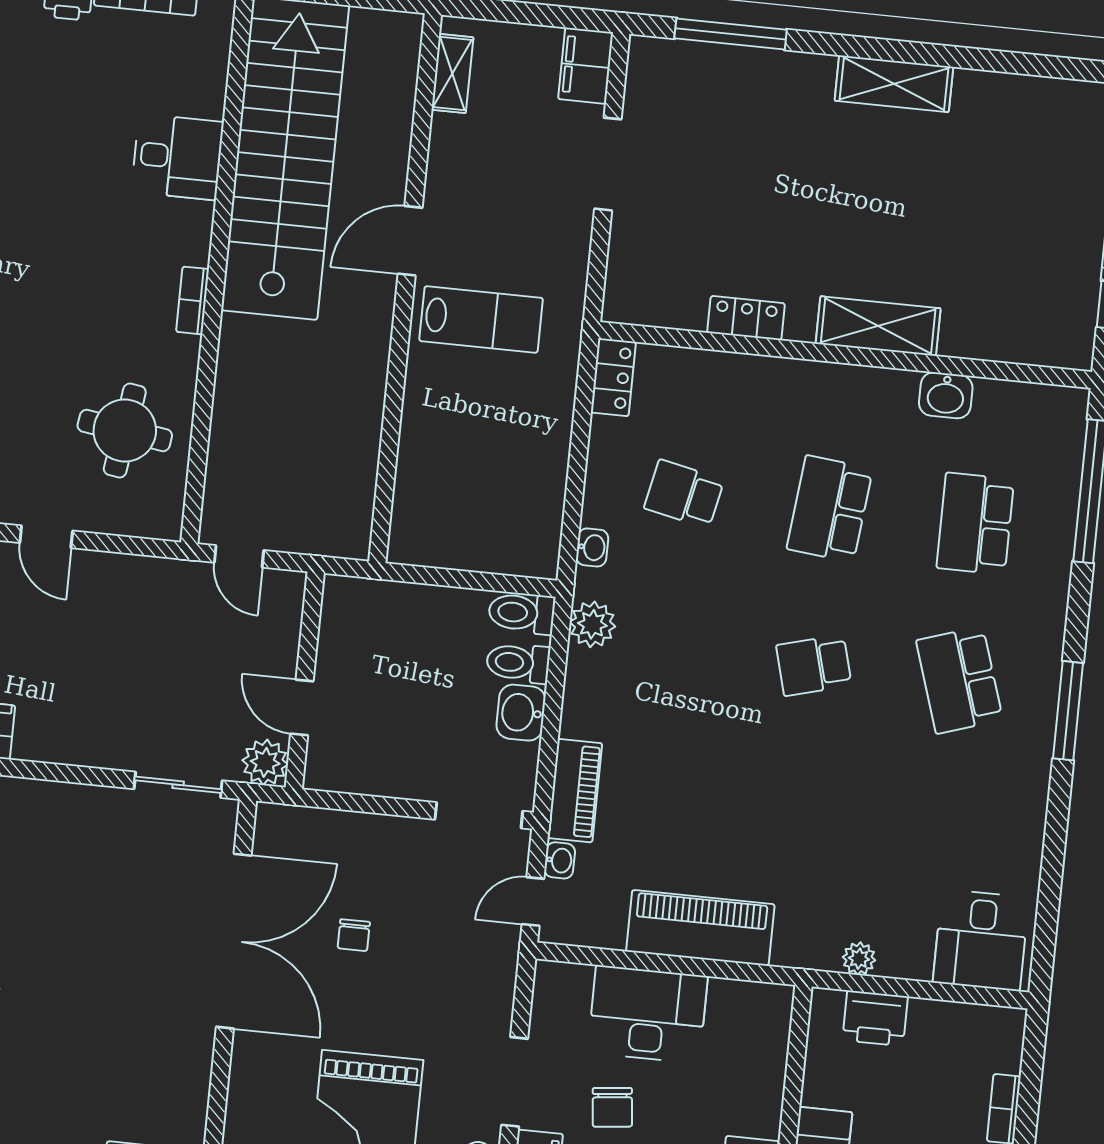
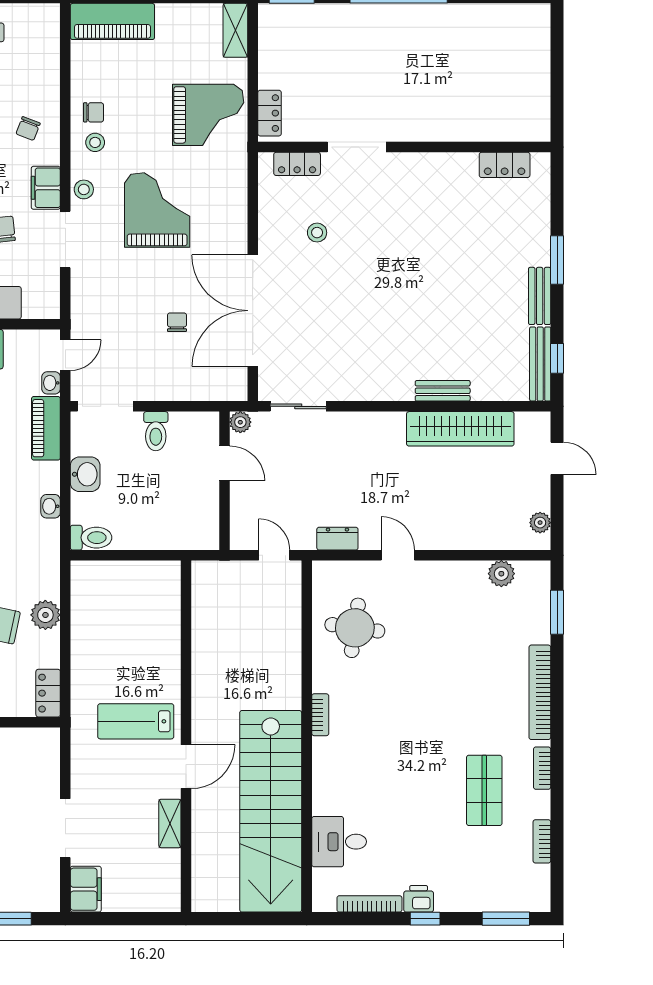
shelving: (452, 73) -> (170, 823), moved
desk: (177, 157) -> (339, 842), moved
washbasin: (592, 547) -> (51, 506), moved
dresser: (138, 572) -> (337, 539), added
plant: (592, 624) -> (45, 615), moved
toilet: (518, 663) -> (156, 431), moved, turned 90
plant: (265, 762) -> (240, 422), width x0.73, depth x0.73
stool: (121, 1053) -> (317, 233), added

